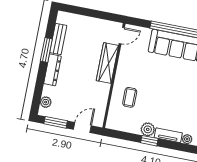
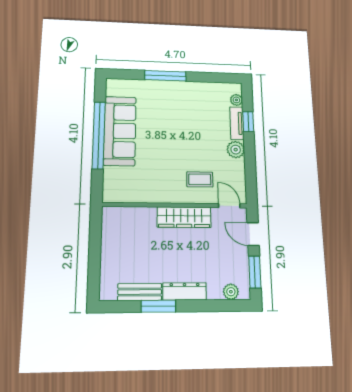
door: (122, 36) -> (229, 206), moved
wardrobe: (107, 63) -> (184, 217), moved
window: (149, 141) -> (248, 122), moved

